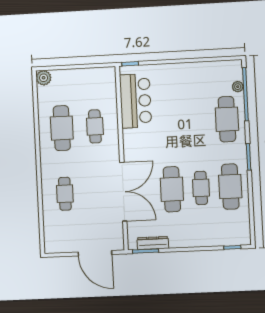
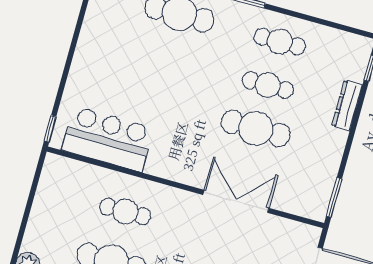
cafe table: (230, 187) -> (280, 42), width x0.73, depth x0.74
double door: (123, 192) -> (236, 201), width x0.73
dresser: (153, 243) -> (347, 105), moved

